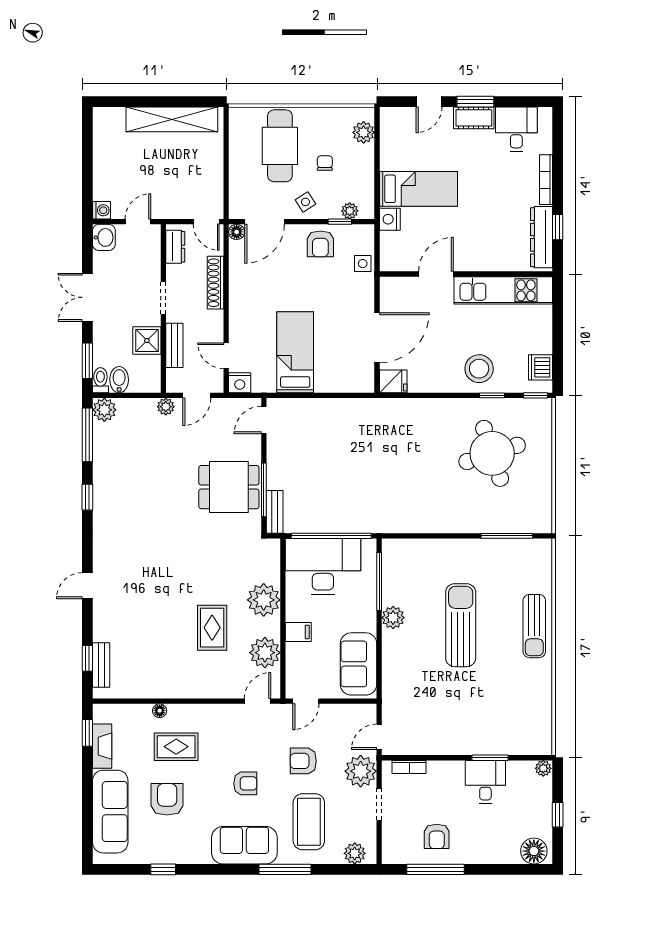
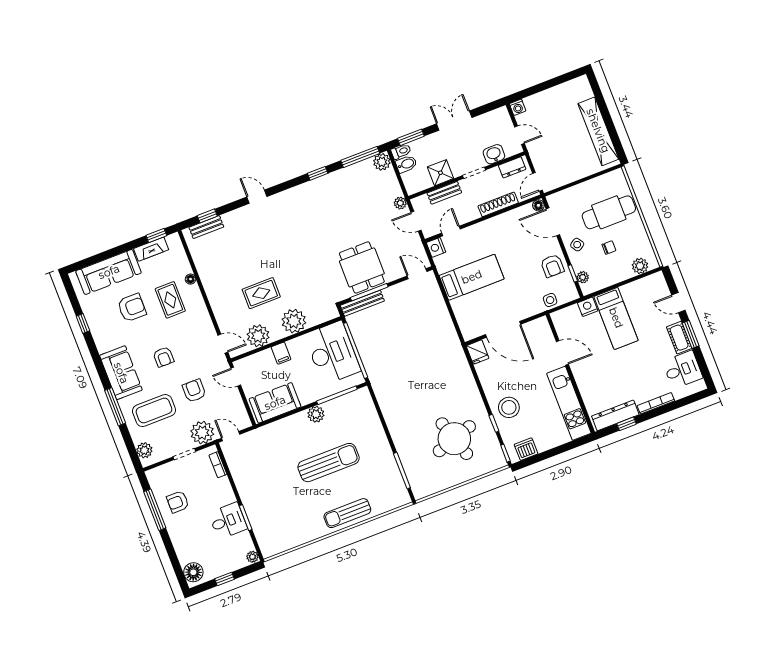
washbasin: (104, 237) -> (494, 154), moved, turned 180
armchair: (320, 244) -> (552, 266), turned -90
bench: (275, 512) -> (362, 303), width x1.36

